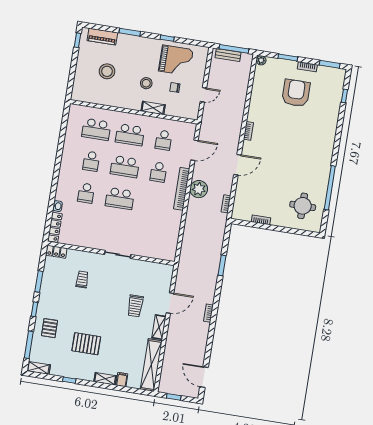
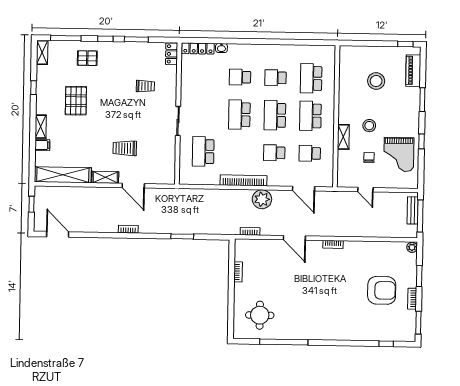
bookcase: (182, 189) -> (244, 180), moved
school desk: (148, 236) -> (203, 151), added
door: (204, 377) -> (58, 234), hinge flipped

